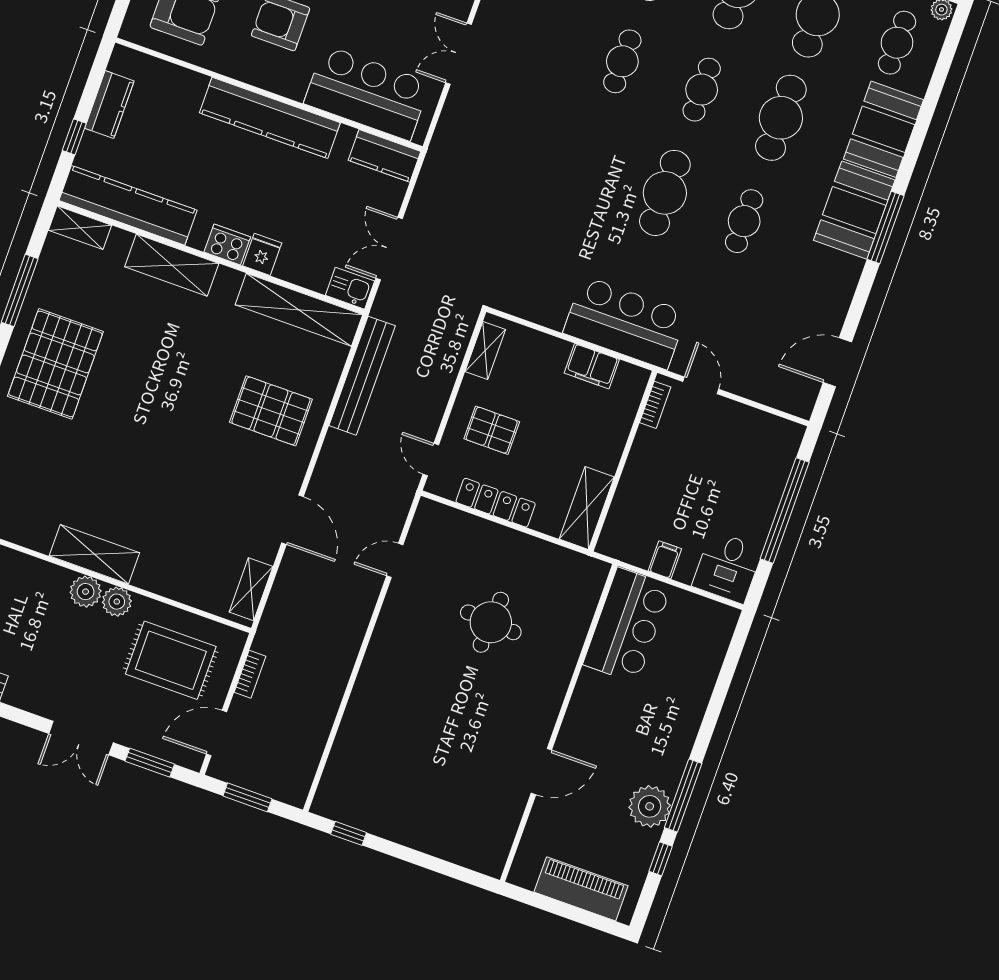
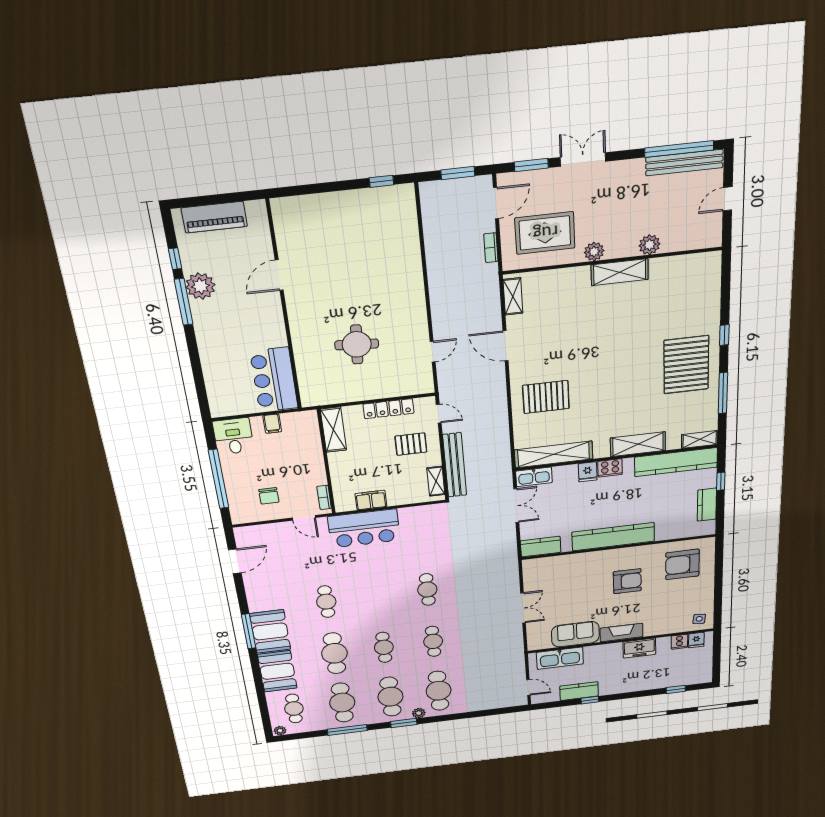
bar counter: (367, 93) -> (564, 570), removed
cafe table: (665, 193) -> (427, 590), moved, width x0.73, depth x0.74
kitchen sink: (350, 288) -> (534, 477), width x1.38
bench: (362, 376) -> (455, 465), moved
chair: (730, 447) -> (269, 496), added
plant: (86, 592) -> (649, 245), moved

